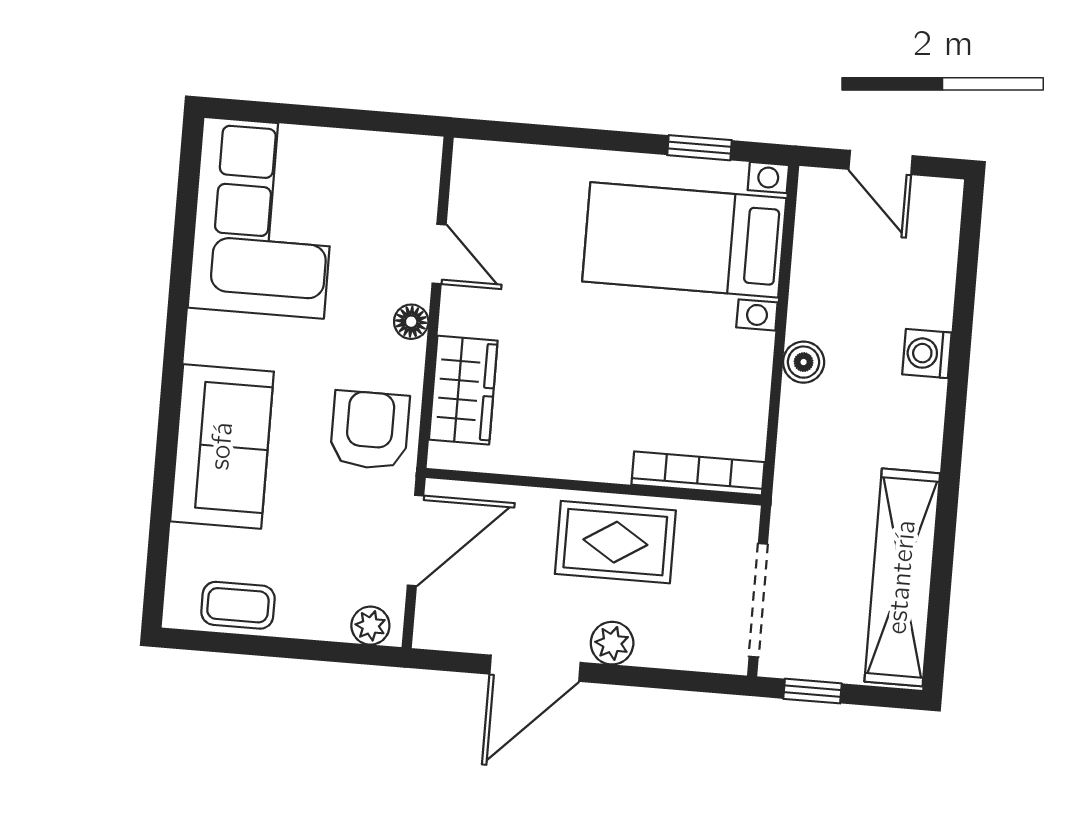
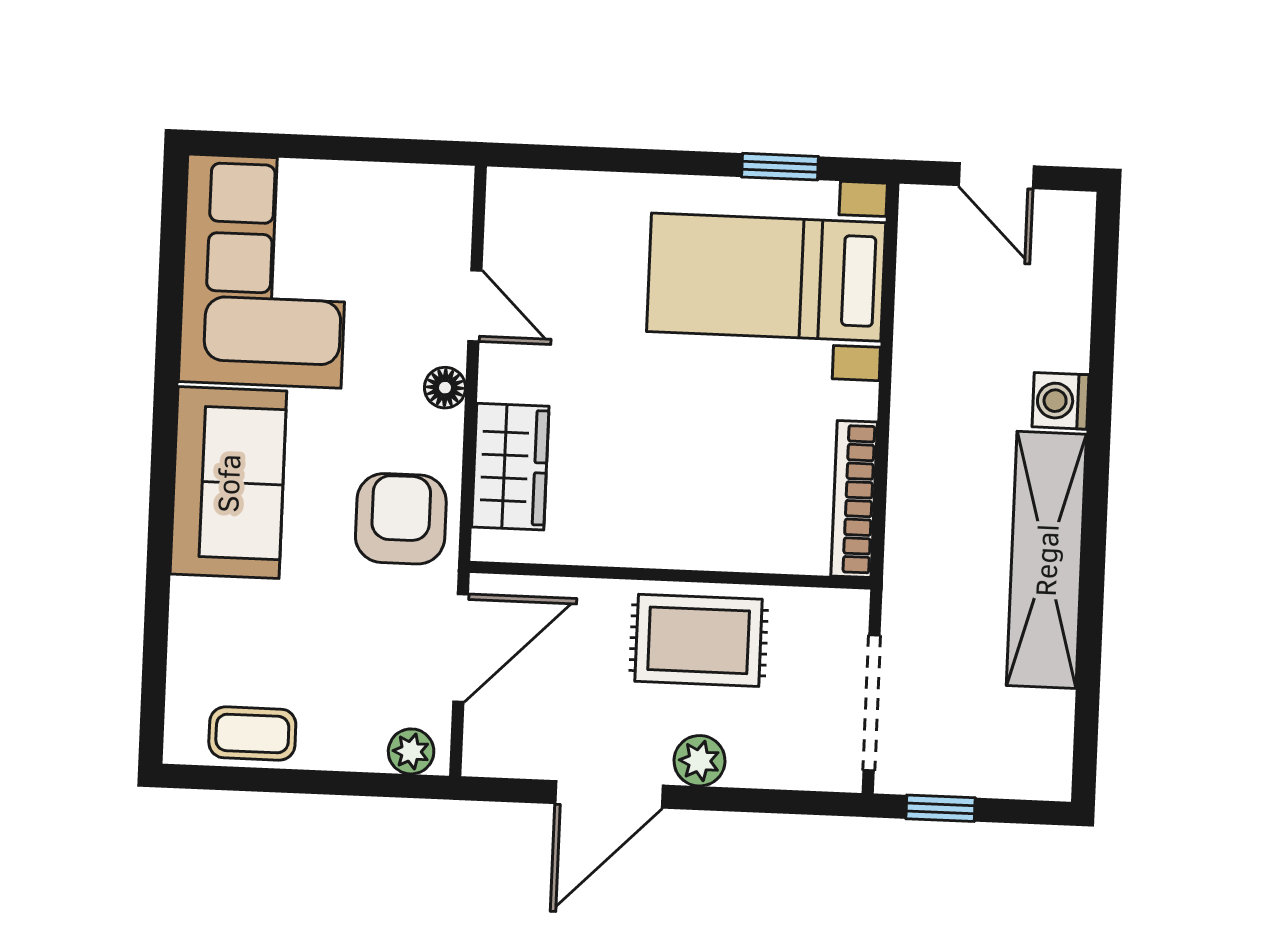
boiler: (804, 362) -> (914, 417), removed
sofa: (222, 446) -> (228, 483), moved
bookcase: (698, 473) -> (854, 499), moved, turned -90
shelving: (902, 577) -> (1046, 560), moved

